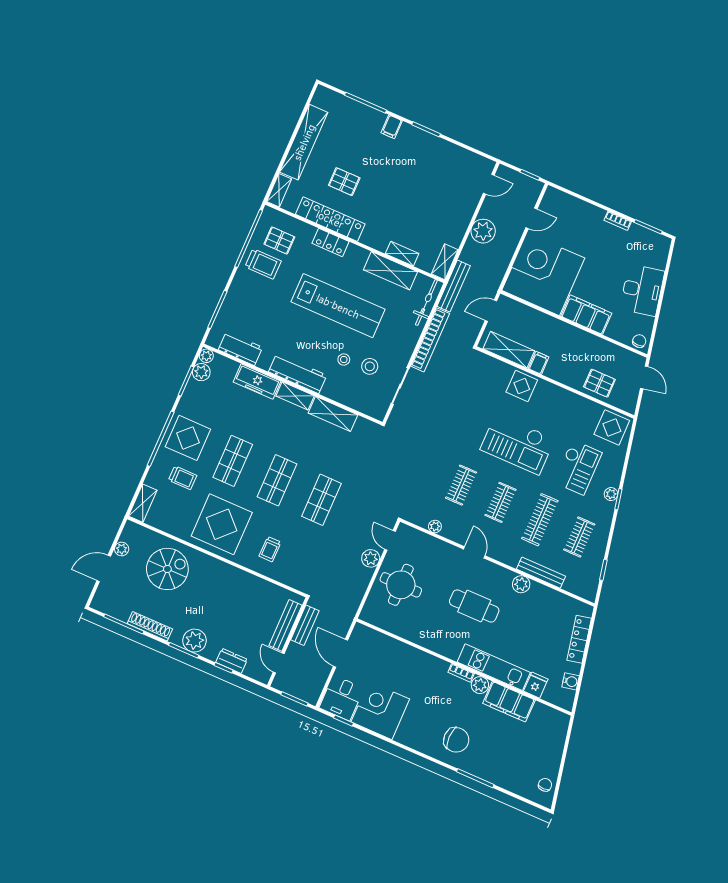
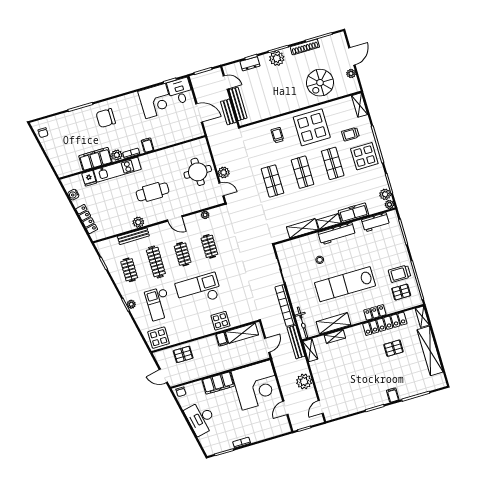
stool: (370, 366) -> (304, 267), removed
filing cabinet: (434, 666) -> (148, 145), added

